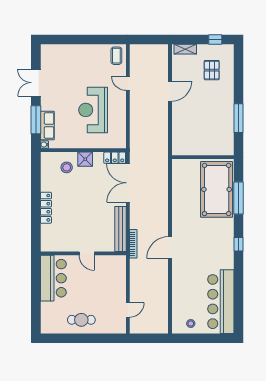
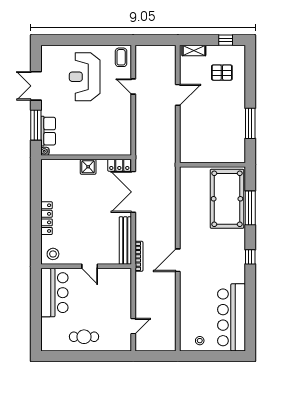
pallet: (212, 70) -> (222, 73), turned 90
reception desk: (93, 110) -> (85, 77), moved
stool: (67, 167) -> (53, 254), moved

